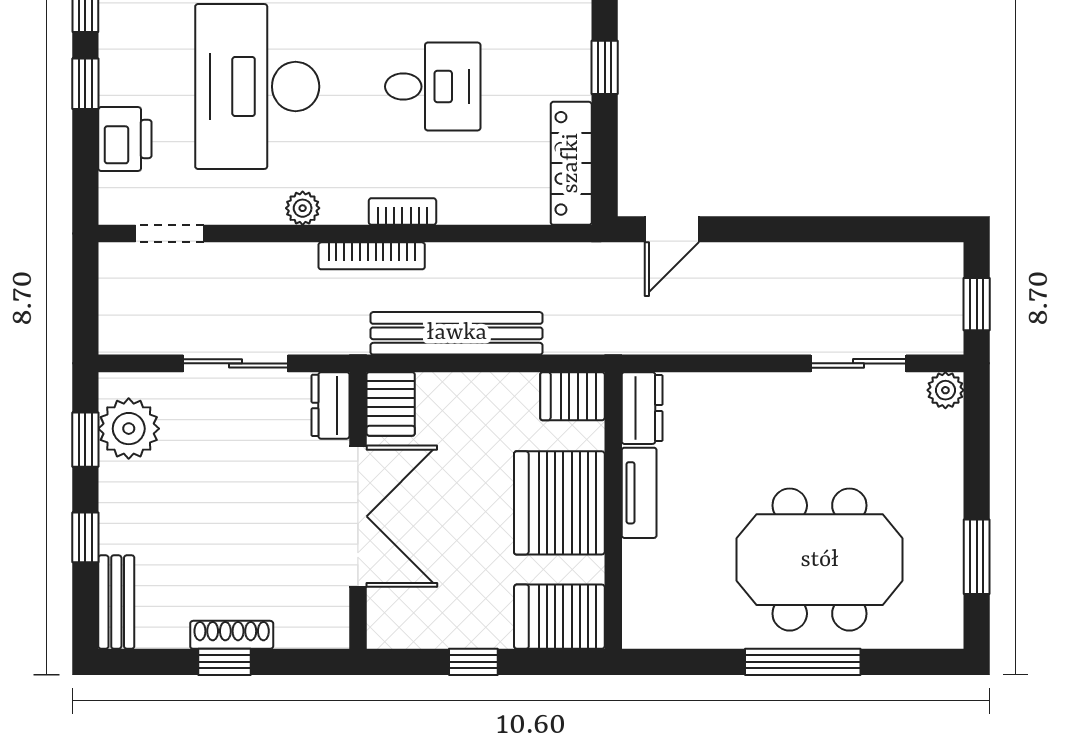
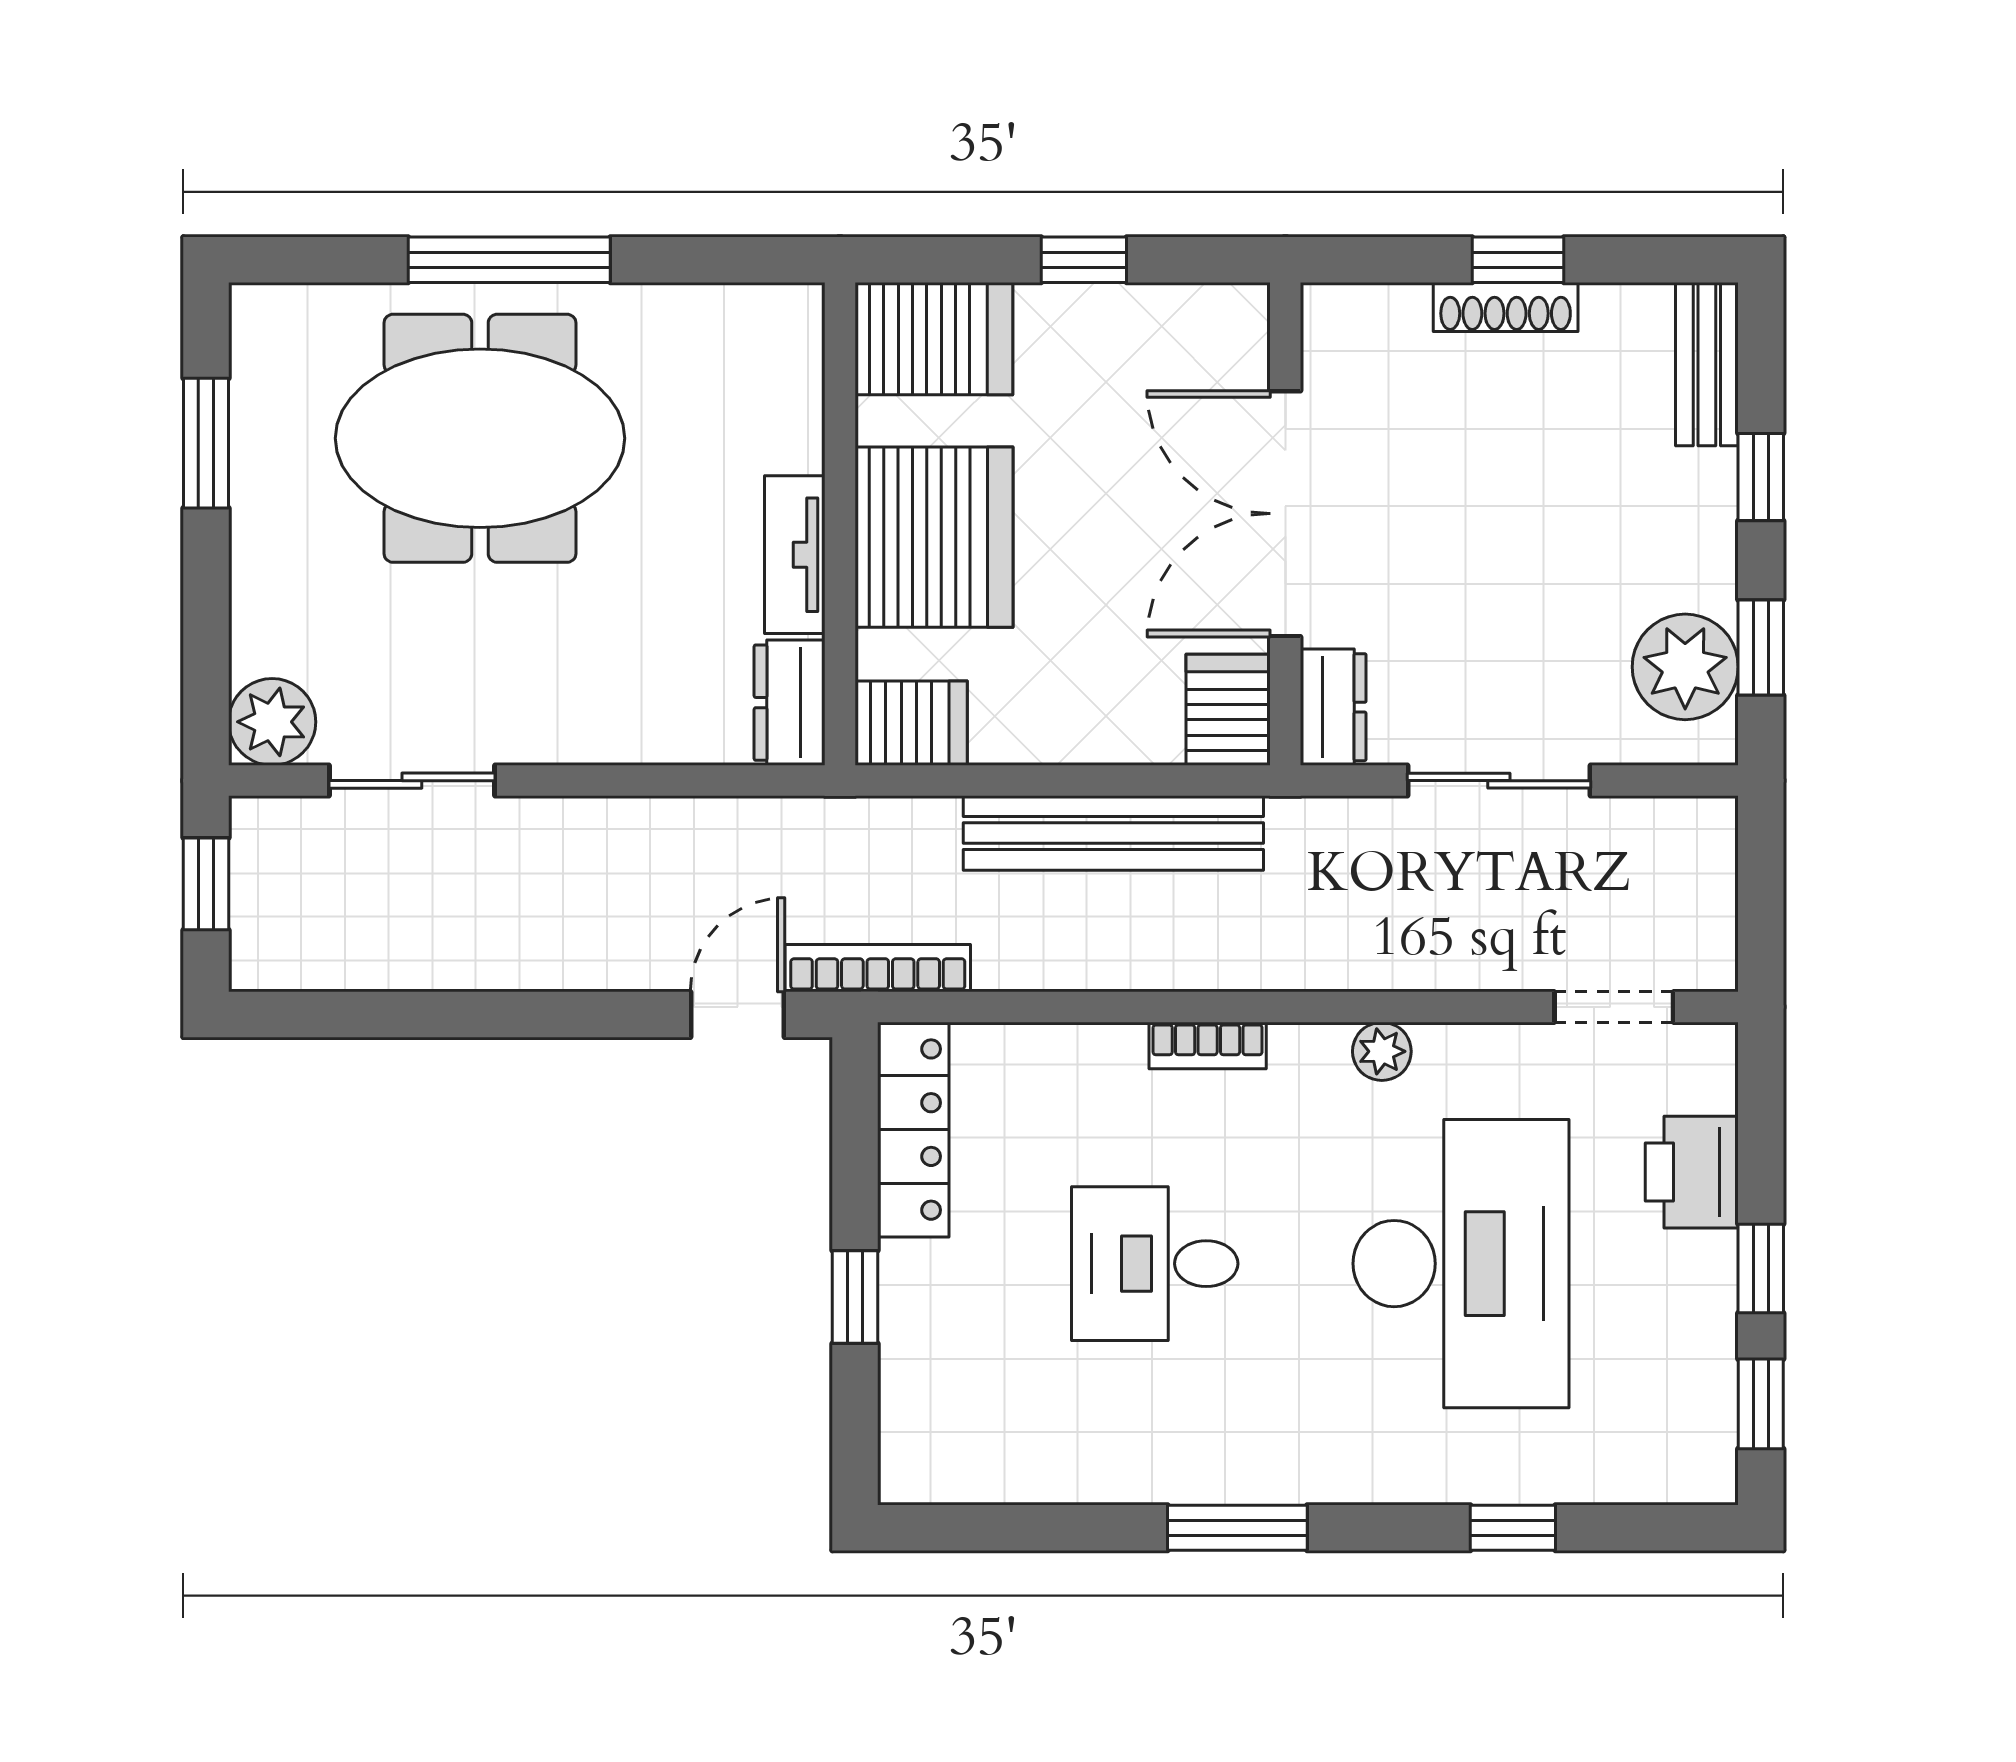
bookcase: (372, 256) -> (878, 968), moved
plant: (945, 390) -> (272, 722), width x1.38, depth x1.38

